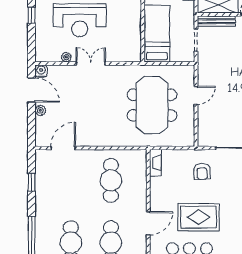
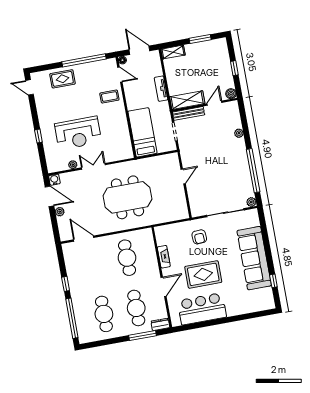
meeting table: (152, 105) -> (127, 197), moved, turned 90
door: (63, 148) -> (84, 239), hinge flipped
fireplace: (155, 163) -> (164, 257), moved
window: (32, 182) -> (66, 284), moved

